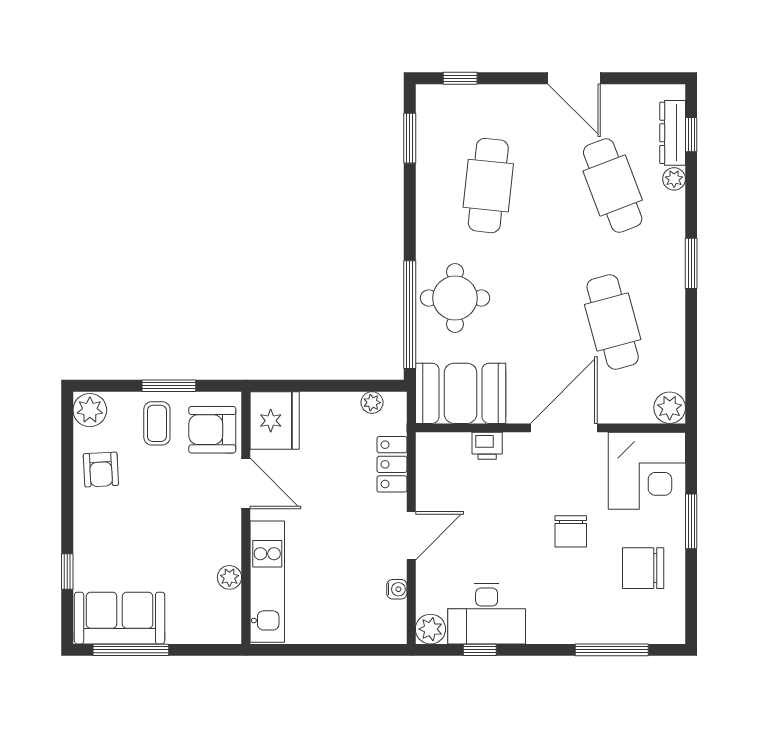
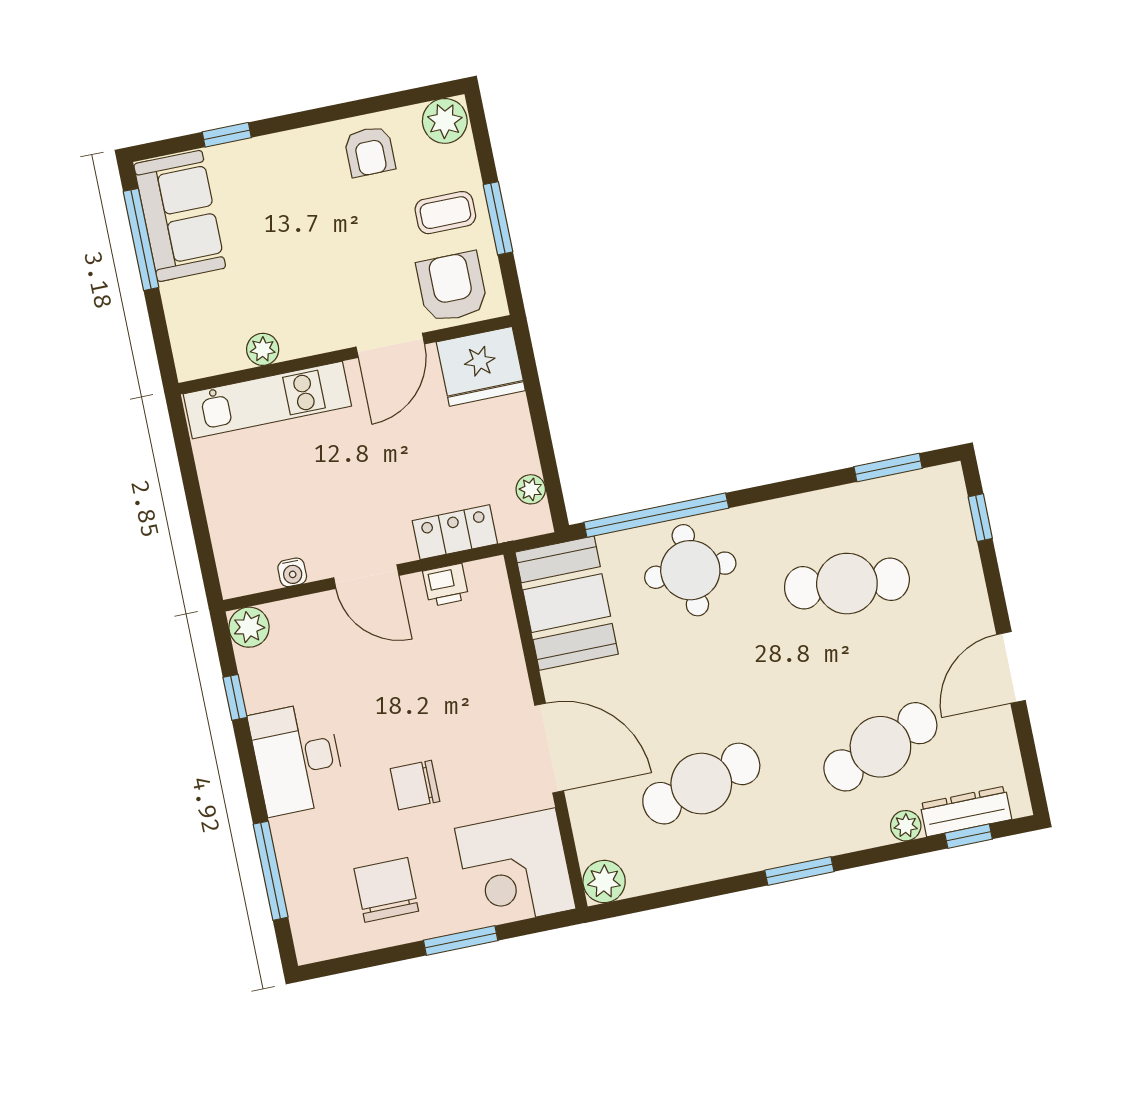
printer: (487, 446) -> (446, 585), moved, turned -90
armchair: (101, 470) -> (370, 151), turned -87
desk: (487, 614) -> (297, 759), moved

